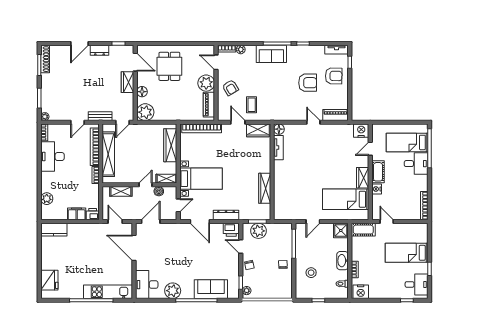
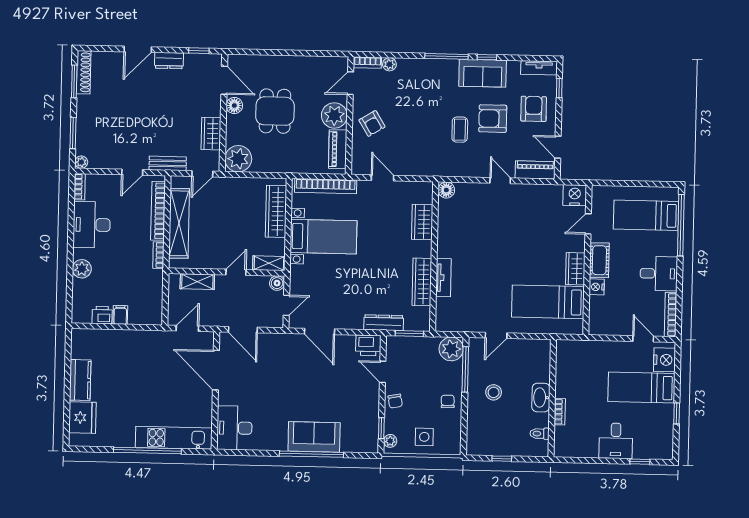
sofa: (271, 54) -> (483, 73), moved
door: (216, 62) -> (350, 83), hinge flipped
dining table: (169, 66) -> (275, 111), moved
armchair: (334, 76) -> (534, 109), turned -91
wardrobe: (127, 82) -> (211, 134), moved
armchair: (308, 83) -> (493, 119), turned 180
floor lamp: (142, 92) -> (234, 106), moved
door: (350, 100) -> (558, 147), added
coffee table: (252, 105) -> (460, 130), moved
wardrobe: (258, 130) -> (422, 222), moved, turned 90
tv unit: (278, 148) -> (443, 278), moved
desk: (416, 164) -> (659, 274), moved
bed with nightstands: (201, 179) -> (323, 237), moved
boiler: (159, 191) -> (277, 283), moved
plant: (47, 199) -> (82, 269), moved
filing cabinet: (77, 214) -> (120, 315), width x0.50
printer: (93, 214) -> (102, 315), moved
dresser: (226, 215) -> (384, 323), moved
door: (115, 222) -> (187, 328), hinge flipped
door: (151, 222) -> (243, 330), swing flipped
door: (387, 222) -> (643, 339), moved
kitchen counter: (54, 230) -> (80, 380), moved, turned -90
shower: (341, 230) -> (539, 350), removed
cot: (363, 230) -> (574, 350), removed
plant: (258, 231) -> (451, 349), moved
stool: (311, 273) -> (494, 392), moved
desk: (417, 284) -> (616, 441), moved, turned 90
side table: (268, 288) -> (424, 437), added
sofa: (211, 289) -> (314, 437), moved
plant: (173, 291) -> (275, 439), removed
nightstand: (361, 292) -> (665, 360), moved, turned -90

